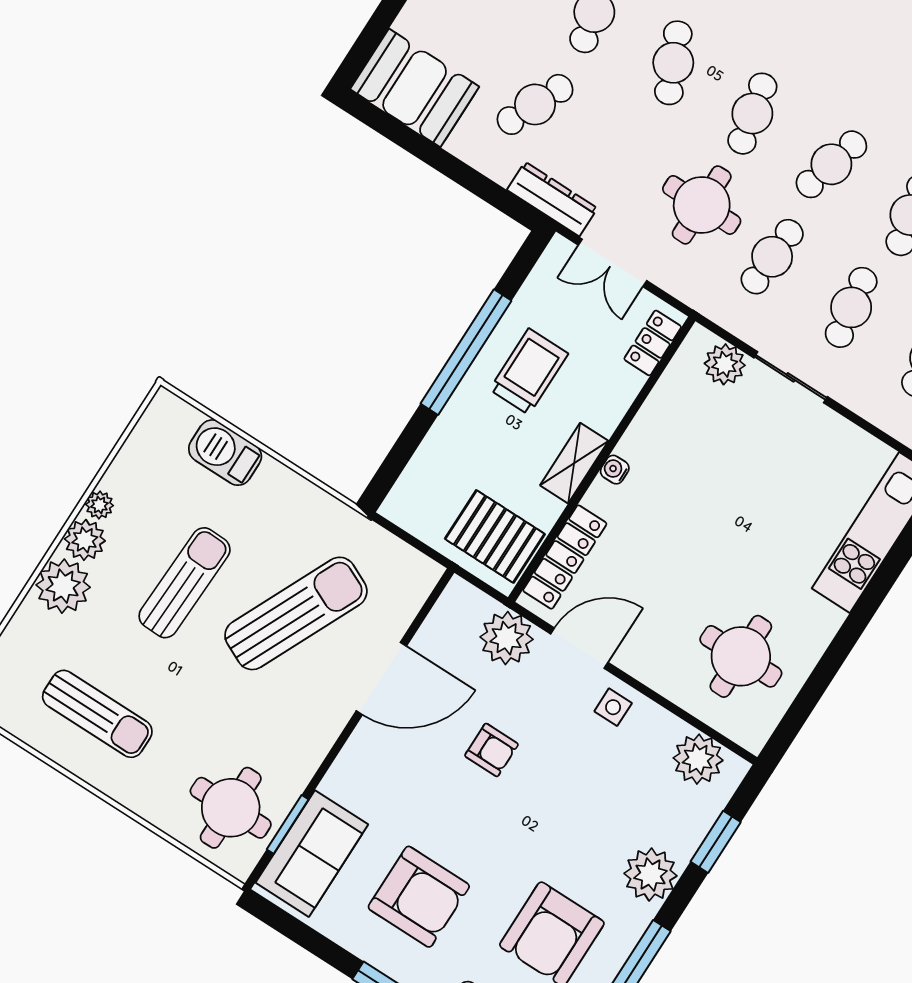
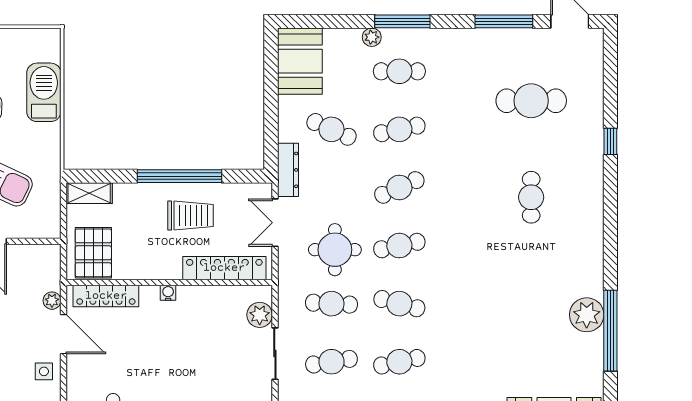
locker: (653, 343) -> (224, 268), width x2.16, depth x1.21
barbecue: (225, 453) -> (44, 92), width x1.37, depth x1.21
shelving: (574, 463) -> (89, 193), moved
plant: (507, 638) -> (52, 301), width x0.53, depth x0.53

